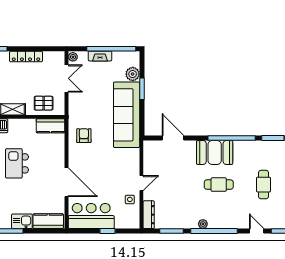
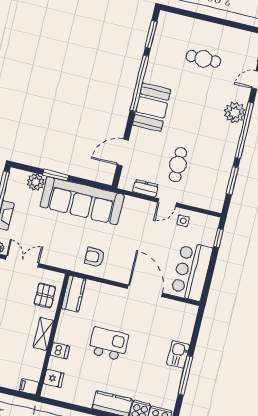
kitchen island: (17, 163) -> (108, 344), turned 180
door: (67, 182) -> (145, 291), hinge flipped
door: (141, 183) -> (167, 203), swing flipped
cafe table: (219, 185) -> (178, 165), moved
dresser: (149, 215) -> (146, 188), moved, width x0.70
kitchen counter: (48, 221) -> (186, 323), removed
plant: (203, 224) -> (235, 113), moved, width x1.88, depth x1.88
window: (107, 231) -> (218, 238), moved

